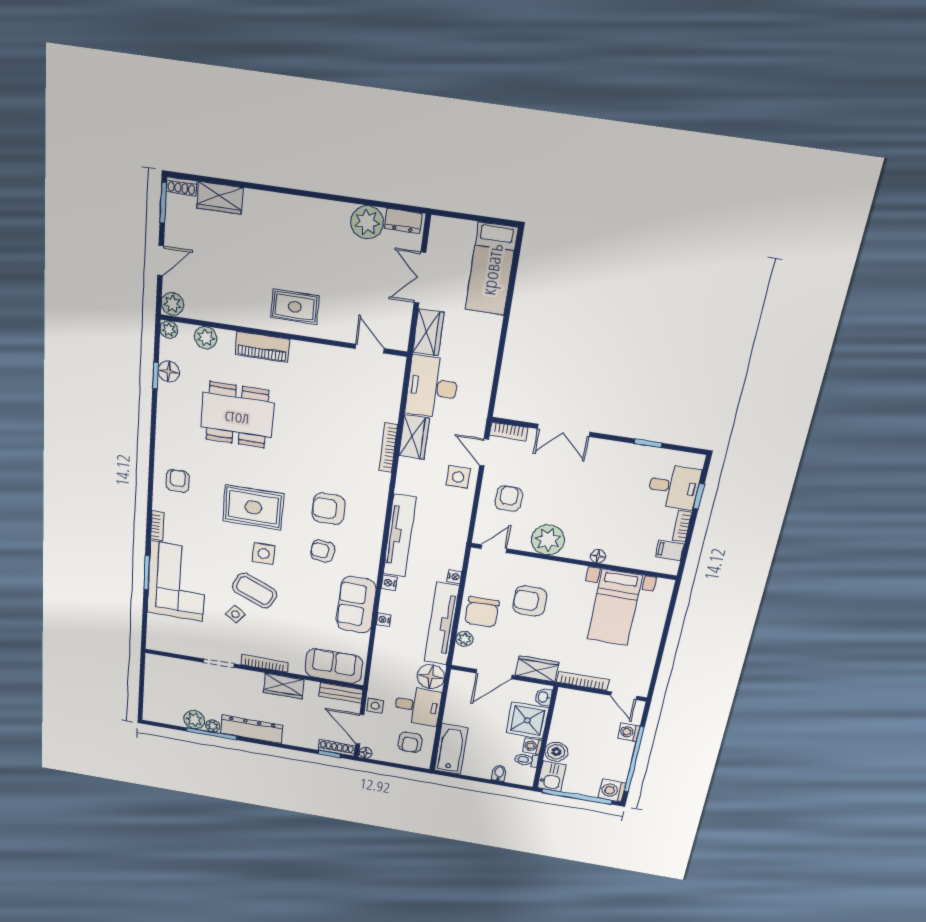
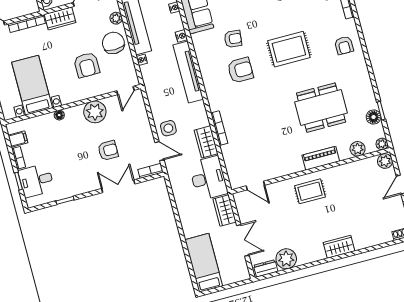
wardrobe: (220, 198) -> (339, 247), moved
armchair: (509, 498) -> (108, 150), moved, turned -90
side table: (264, 554) -> (270, 19), removed
armchair: (530, 601) -> (87, 65), turned 90

